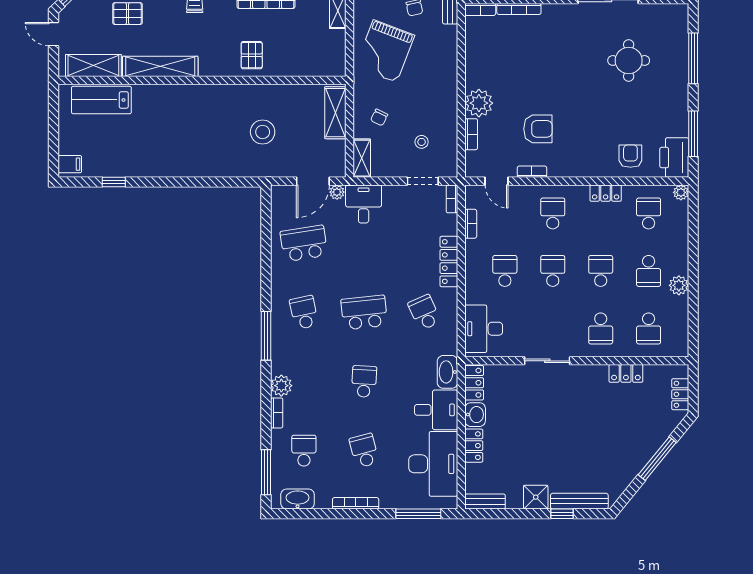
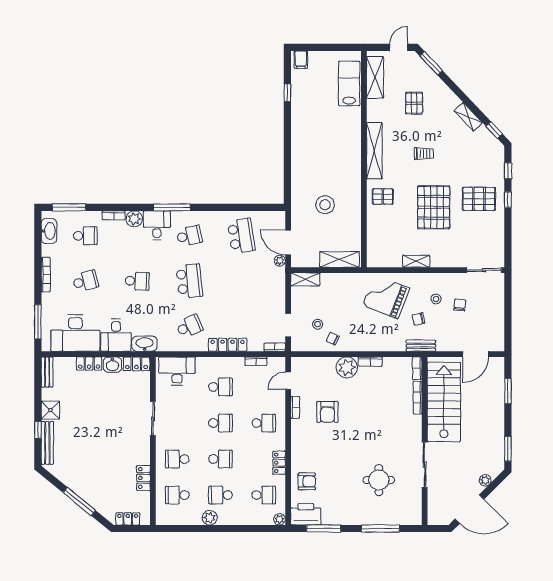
shelving: (160, 66) -> (374, 151), moved
chair: (379, 117) -> (333, 339), moved
bookcase: (471, 134) -> (370, 362), moved
desk: (364, 204) -> (157, 225), moved, turned -90

